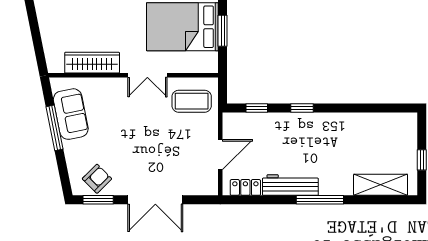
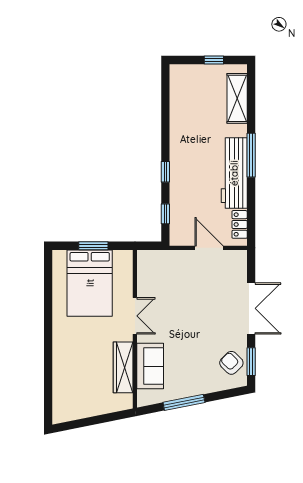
coffee table: (192, 101) -> (159, 275), removed
sofa: (71, 114) -> (150, 366), moved, turned 101
workbench: (290, 185) -> (234, 173), width x1.36, depth x1.32

